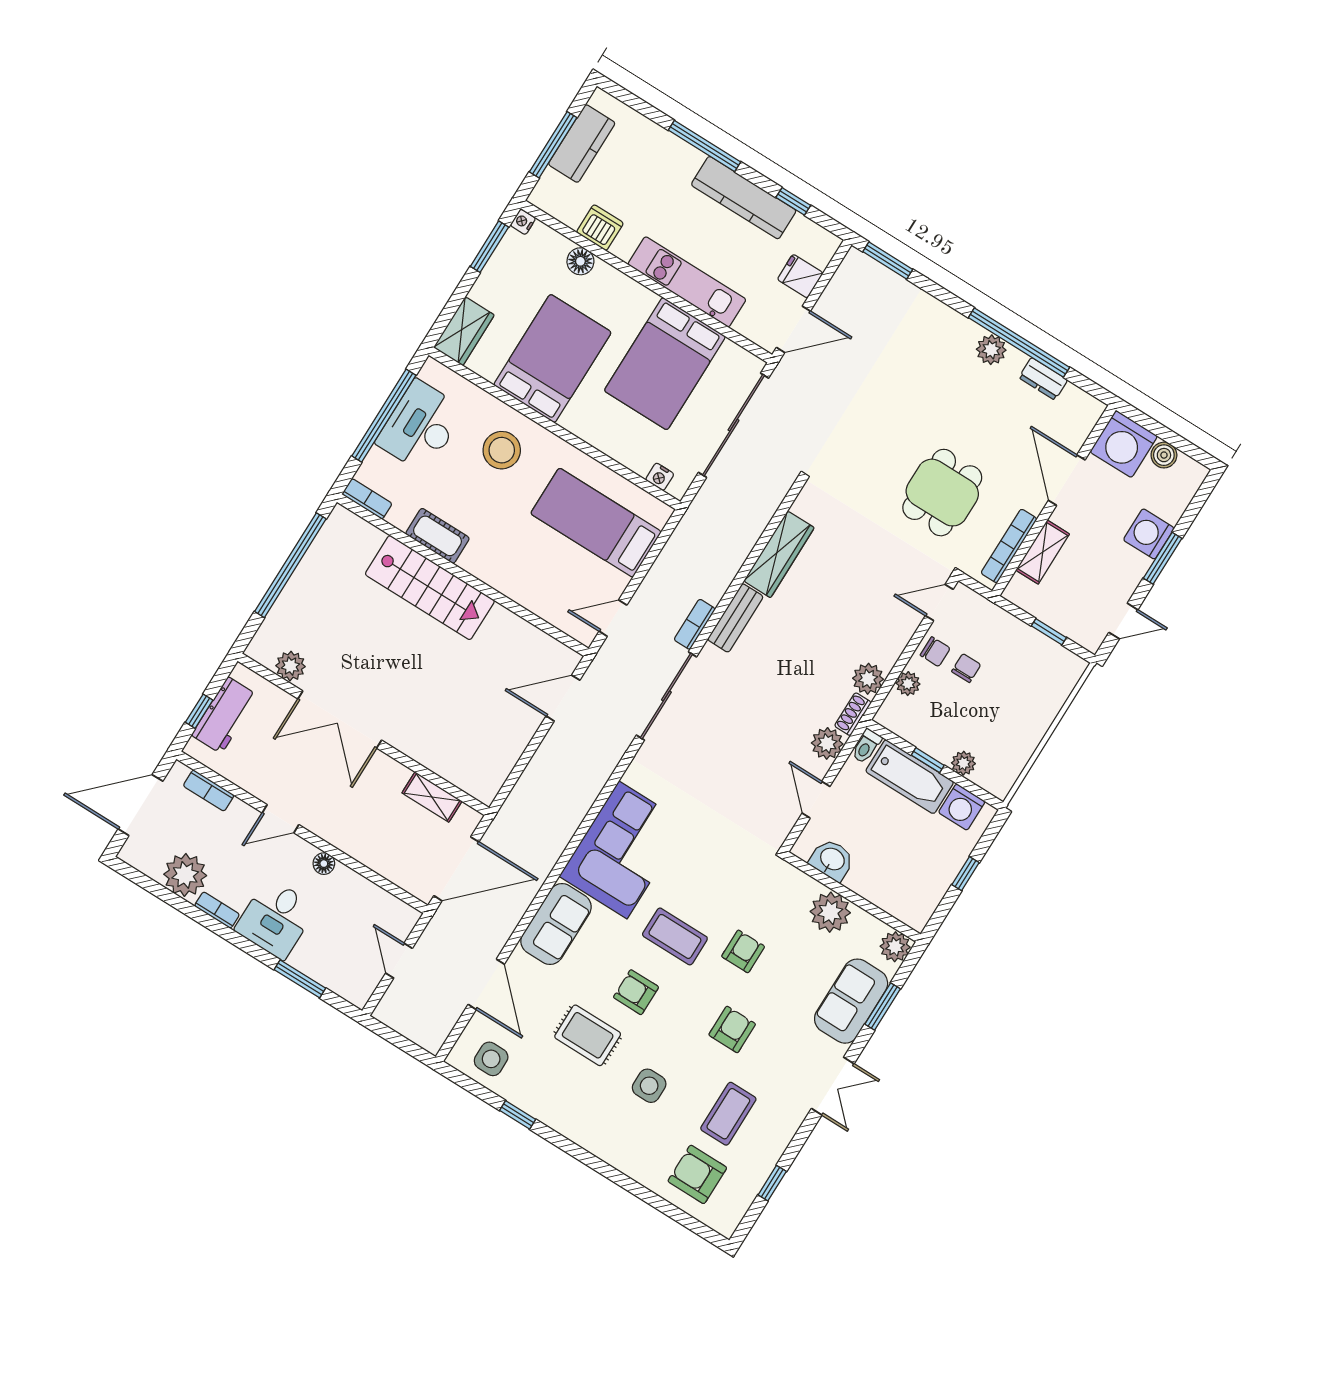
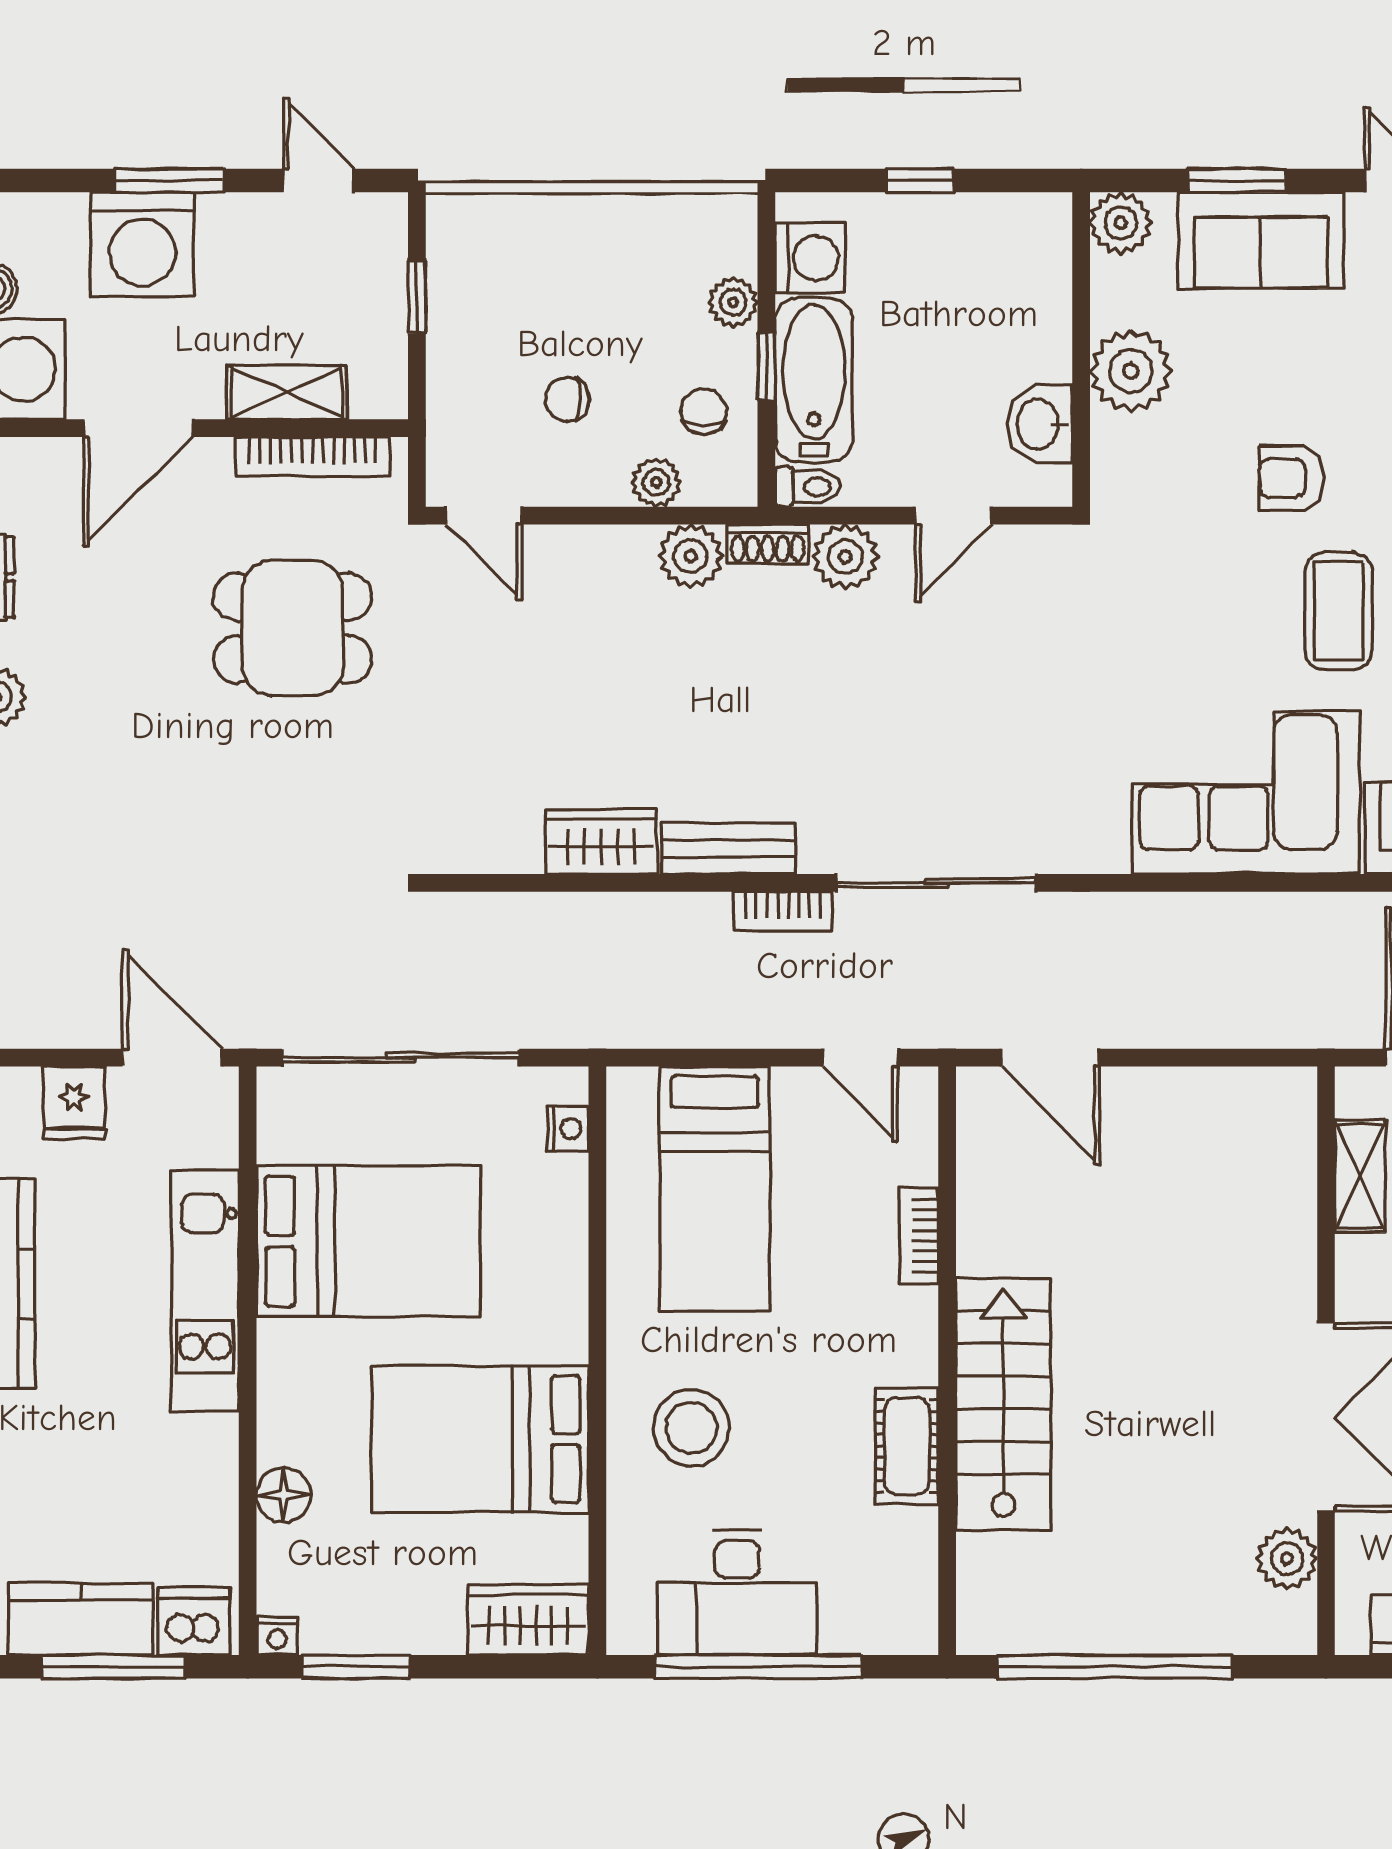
dishwasher: (600, 228) -> (194, 1621), moved, turned 90
bookcase: (367, 499) -> (919, 1236), moved
washing machine: (1149, 534) -> (142, 244), width x1.37, depth x1.37
wardrobe: (779, 554) -> (601, 842), width x0.67
chair: (935, 652) -> (704, 411), moved

